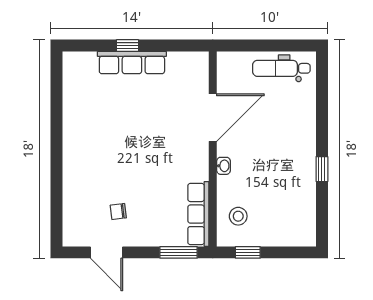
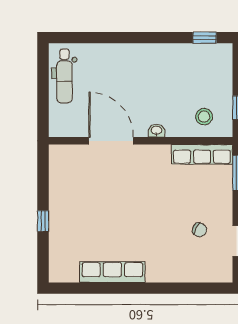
row of seats: (132, 63) -> (112, 272), moved, turned -90
window: (322, 169) -> (205, 38), moved
chair: (118, 212) -> (200, 230), turned -56

